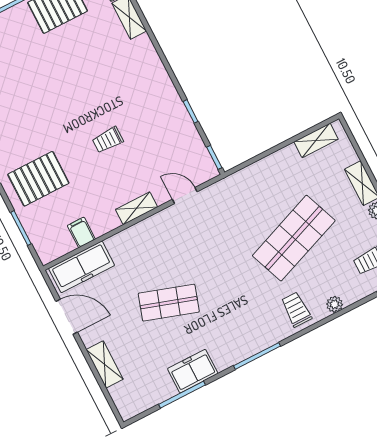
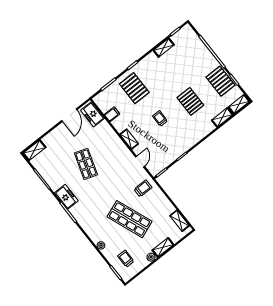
pallet: (86, 74) -> (190, 101), added
freezer: (82, 267) -> (93, 114), width x0.71
trolley: (296, 309) -> (143, 188), moved
shelving: (105, 364) -> (34, 150), moved
freezer: (193, 371) -> (66, 197), moved

